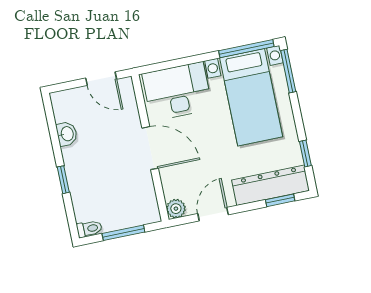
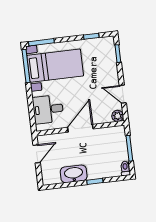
desk: (177, 91) -> (48, 109), width x0.73
washbasin: (67, 134) -> (74, 174), width x1.91, depth x1.45
dresser: (271, 185) -> (109, 58), removed

